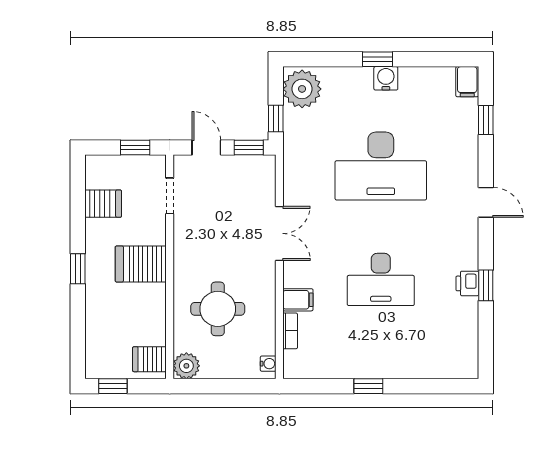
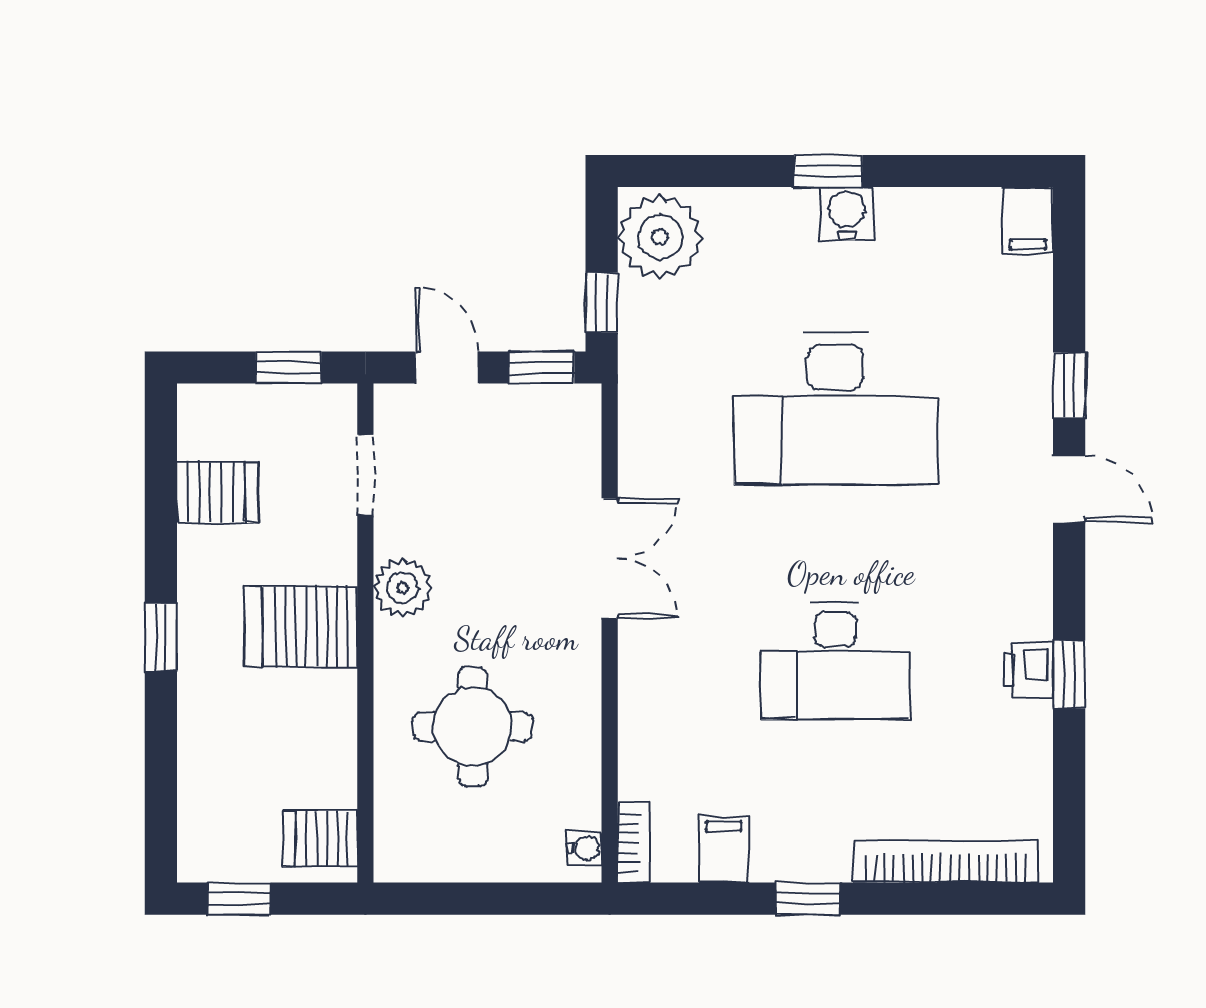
window: (486, 120) -> (1069, 385), moved
filing cabinet: (298, 300) -> (724, 849), moved, turned -90
bookcase: (290, 331) -> (634, 843), moved
plant: (186, 366) -> (403, 588), moved
bookcase: (430, 370) -> (946, 862), added

